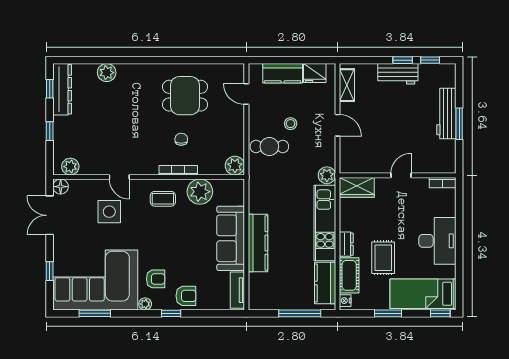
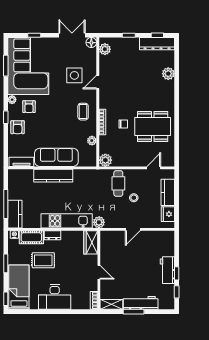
shelving: (347, 85) -> (111, 304), moved
dining table: (185, 96) -> (153, 127), width x1.38
plant: (200, 192) -> (92, 141), width x0.53, depth x0.53
kitchen counter: (325, 283) -> (15, 214), moved, turned 90

